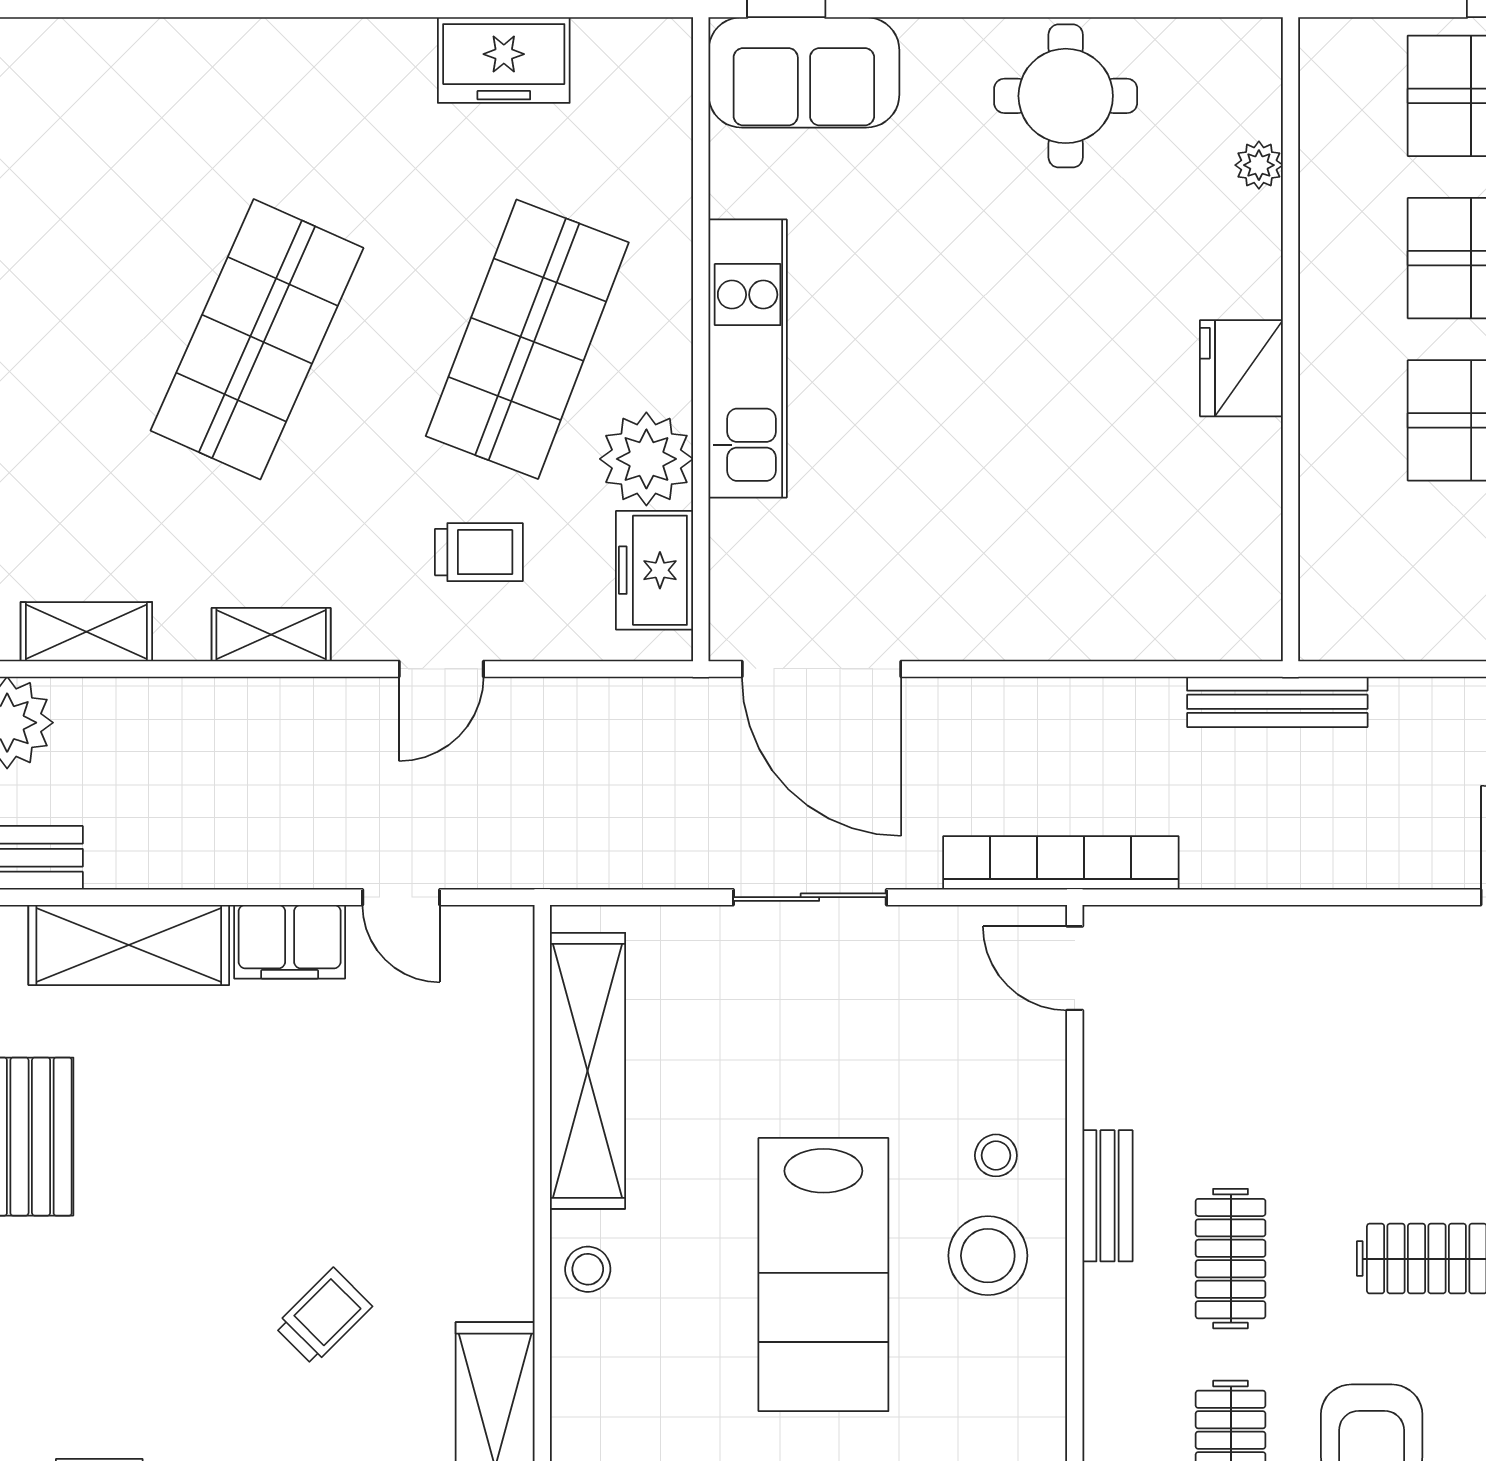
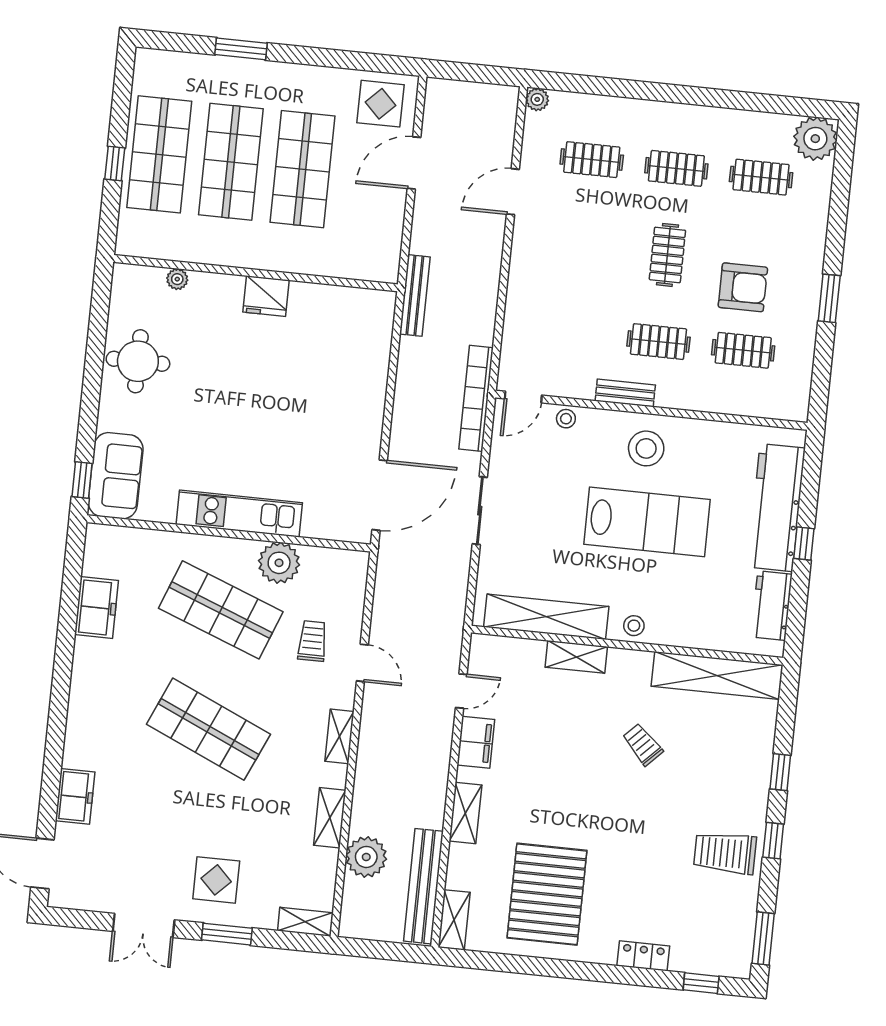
freezer: (655, 570) -> (75, 796), moved, turned -90
shelving: (129, 945) -> (465, 813), width x0.67, depth x0.75
shelving: (504, 1147) -> (576, 657), added
stool: (996, 1155) -> (566, 419), moved

